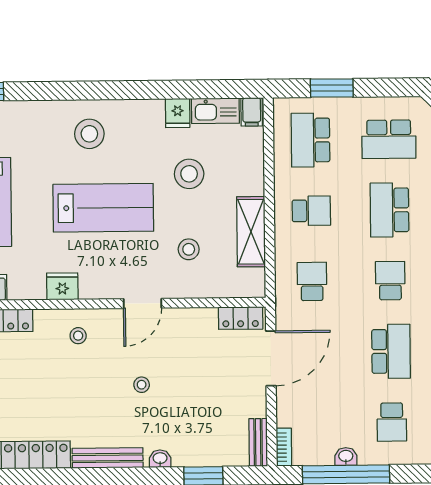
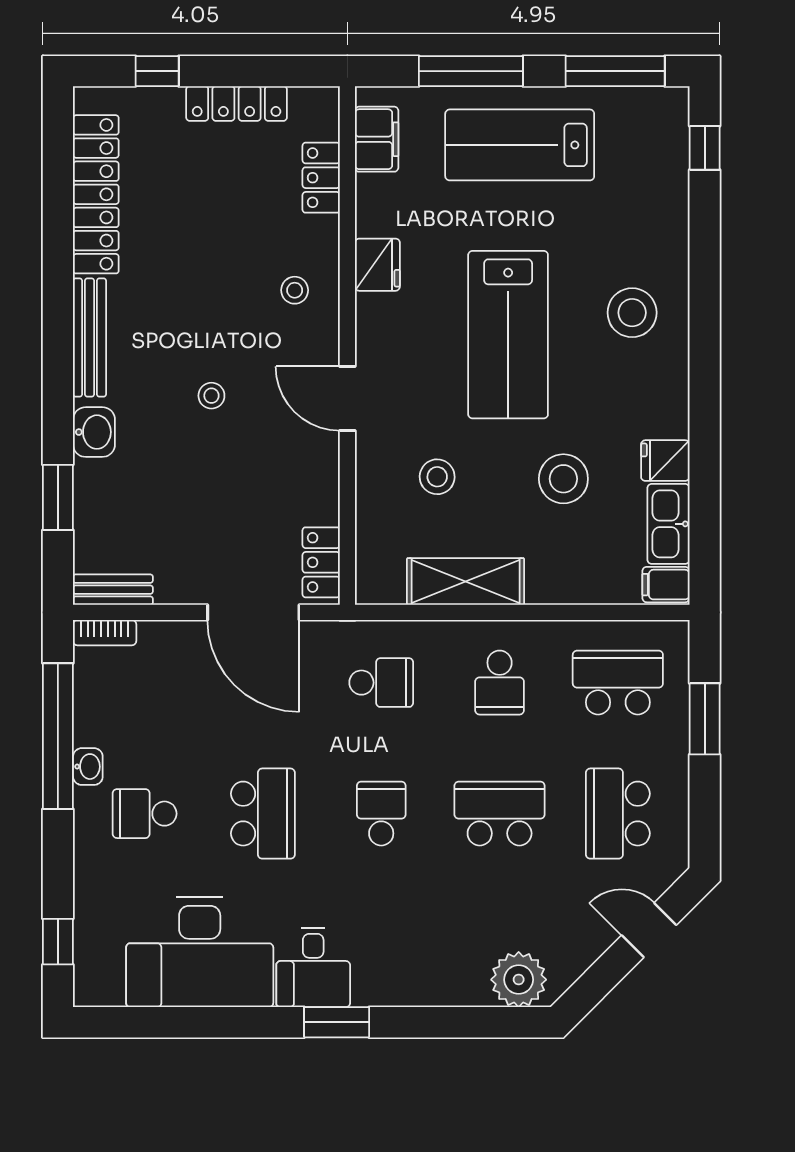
school desk: (390, 281) -> (381, 814), turned -90
school desk: (391, 351) -> (263, 814), turned -90
washbasin: (346, 456) -> (88, 767), moved
washbasin: (160, 459) -> (94, 432), width x1.38, depth x1.45

